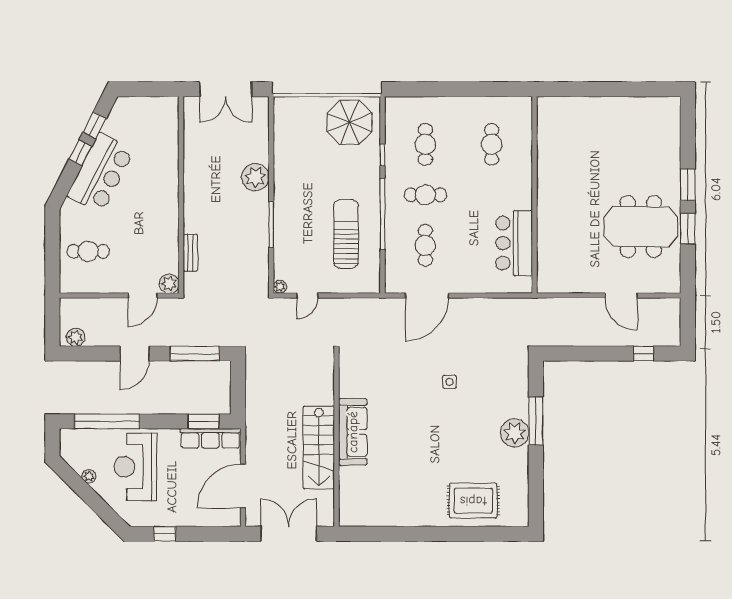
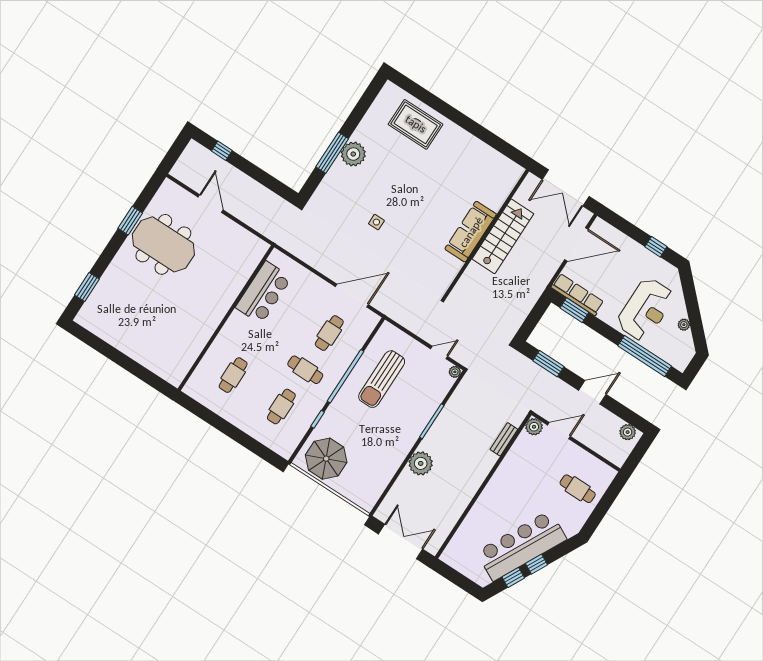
bar counter: (101, 173) -> (522, 546), width x1.36
window: (688, 185) -> (87, 287), moved
window: (195, 354) -> (548, 364), width x0.69

